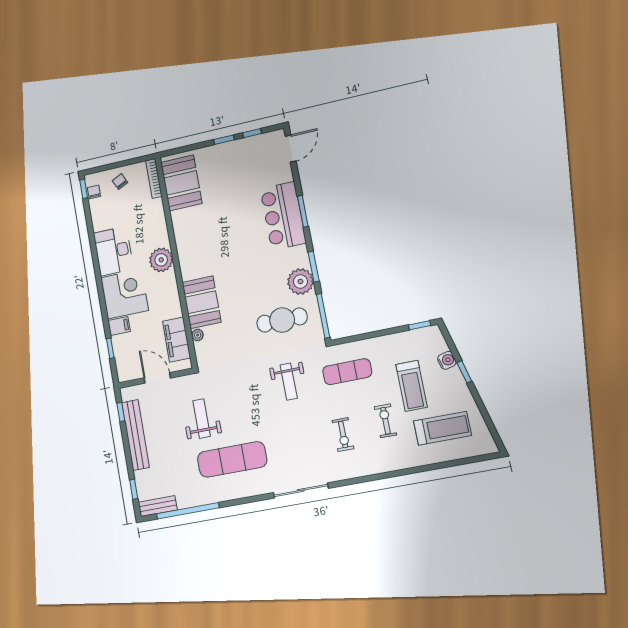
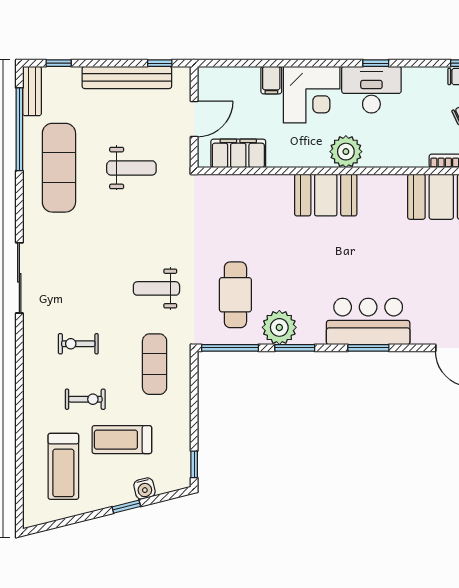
booth: (202, 302) -> (326, 195), moved
plant: (198, 335) -> (239, 182), removed
window: (110, 348) -> (376, 63), moved
exercise mat: (232, 459) -> (59, 168), moved

